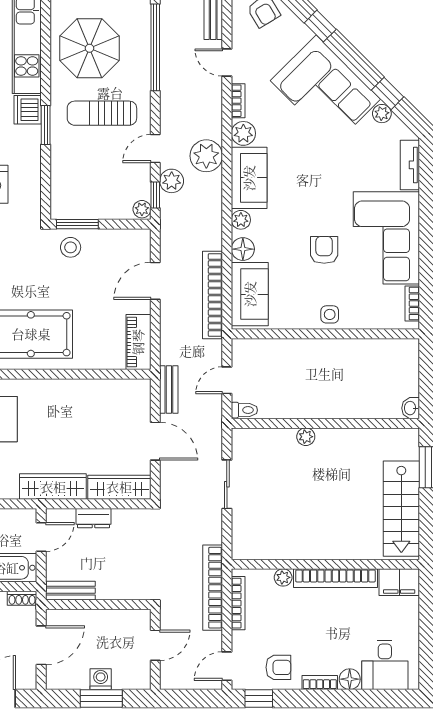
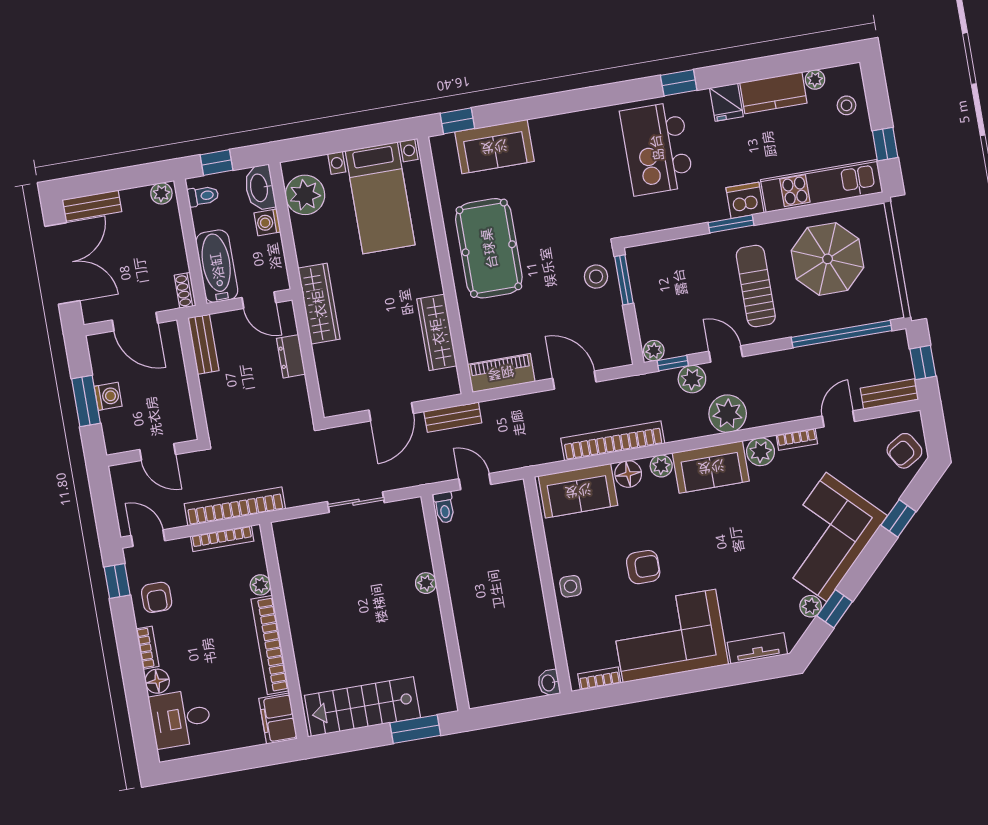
bookcase: (212, 295) -> (613, 441), moved
washbasin: (411, 408) -> (549, 683), moved, turned -90
wardrobe: (119, 487) -> (437, 332), moved, turned 180

